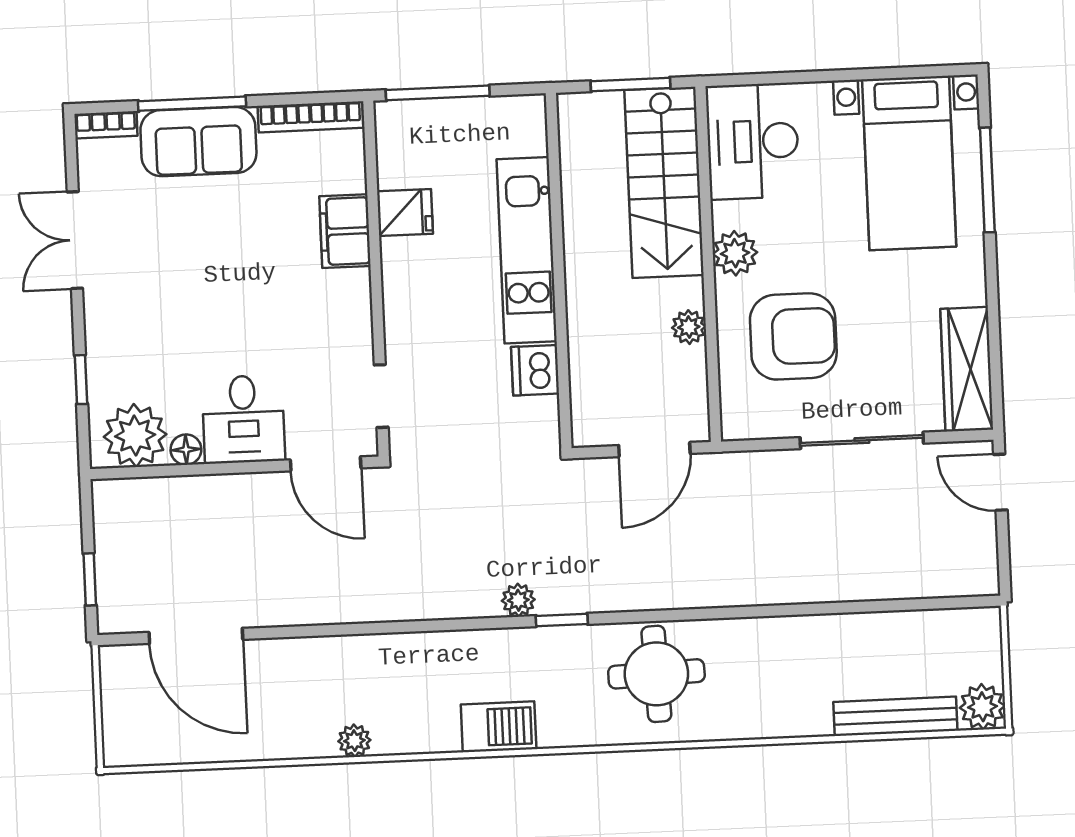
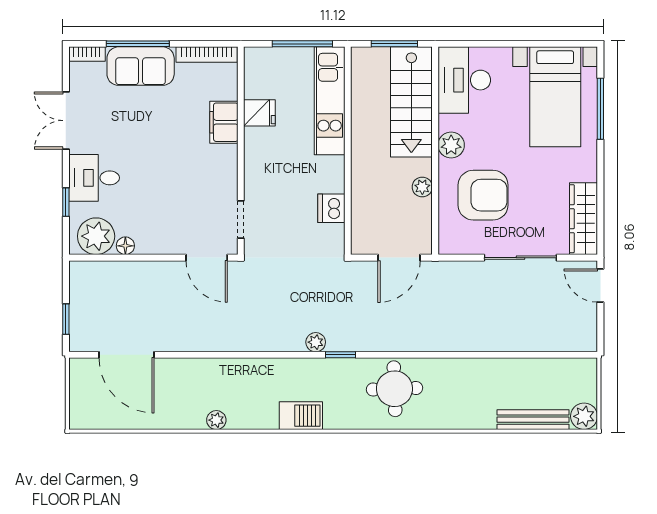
window: (438, 93) -> (302, 44), moved
kitchen unit: (527, 250) -> (330, 101), moved
desk: (243, 419) -> (94, 178), moved, turned 90

